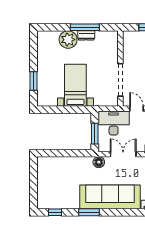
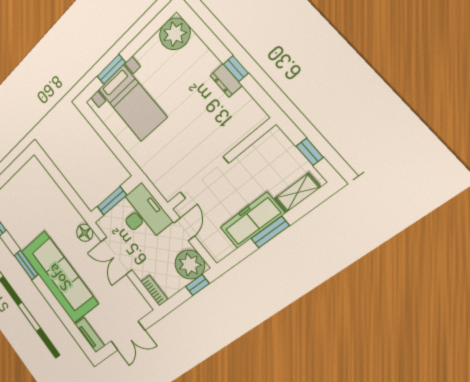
window: (85, 27) -> (236, 69), width x0.46
plant: (68, 40) -> (175, 34), moved
bed with nightstands: (75, 85) -> (132, 103), moved, turned 90
double door: (123, 154) -> (116, 256), swing flipped

